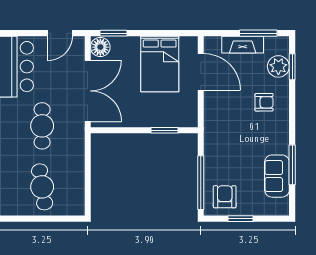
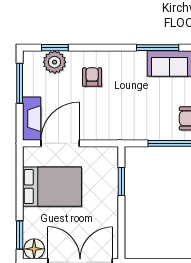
fireplace: (243, 45) -> (32, 119), moved

